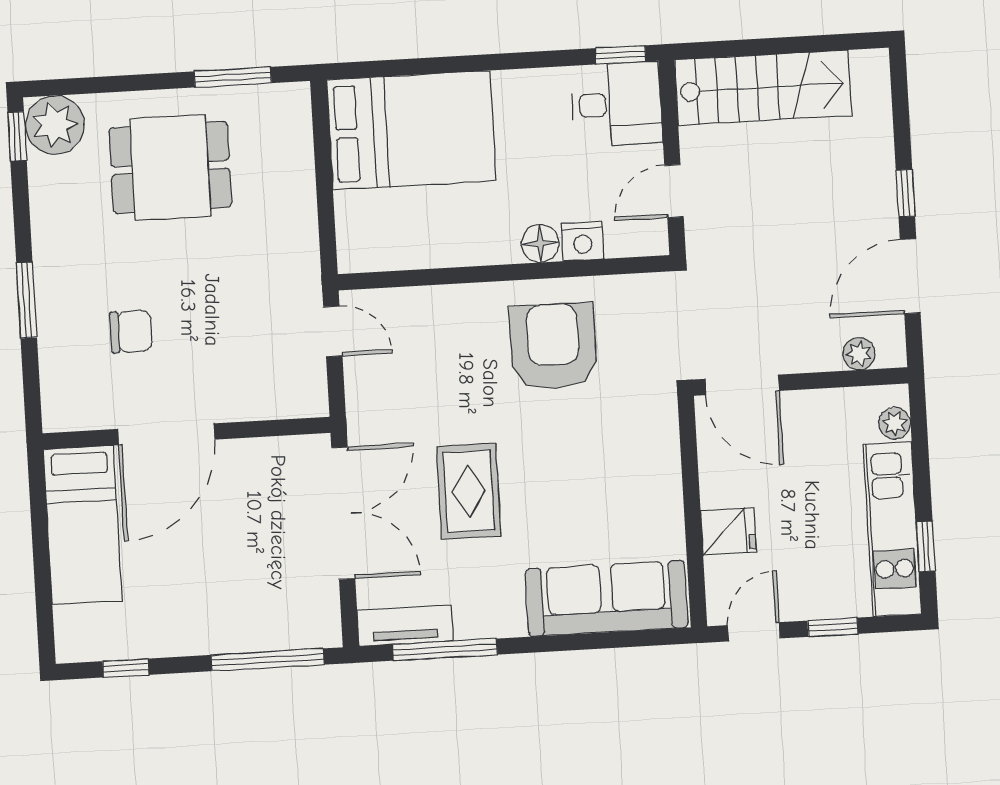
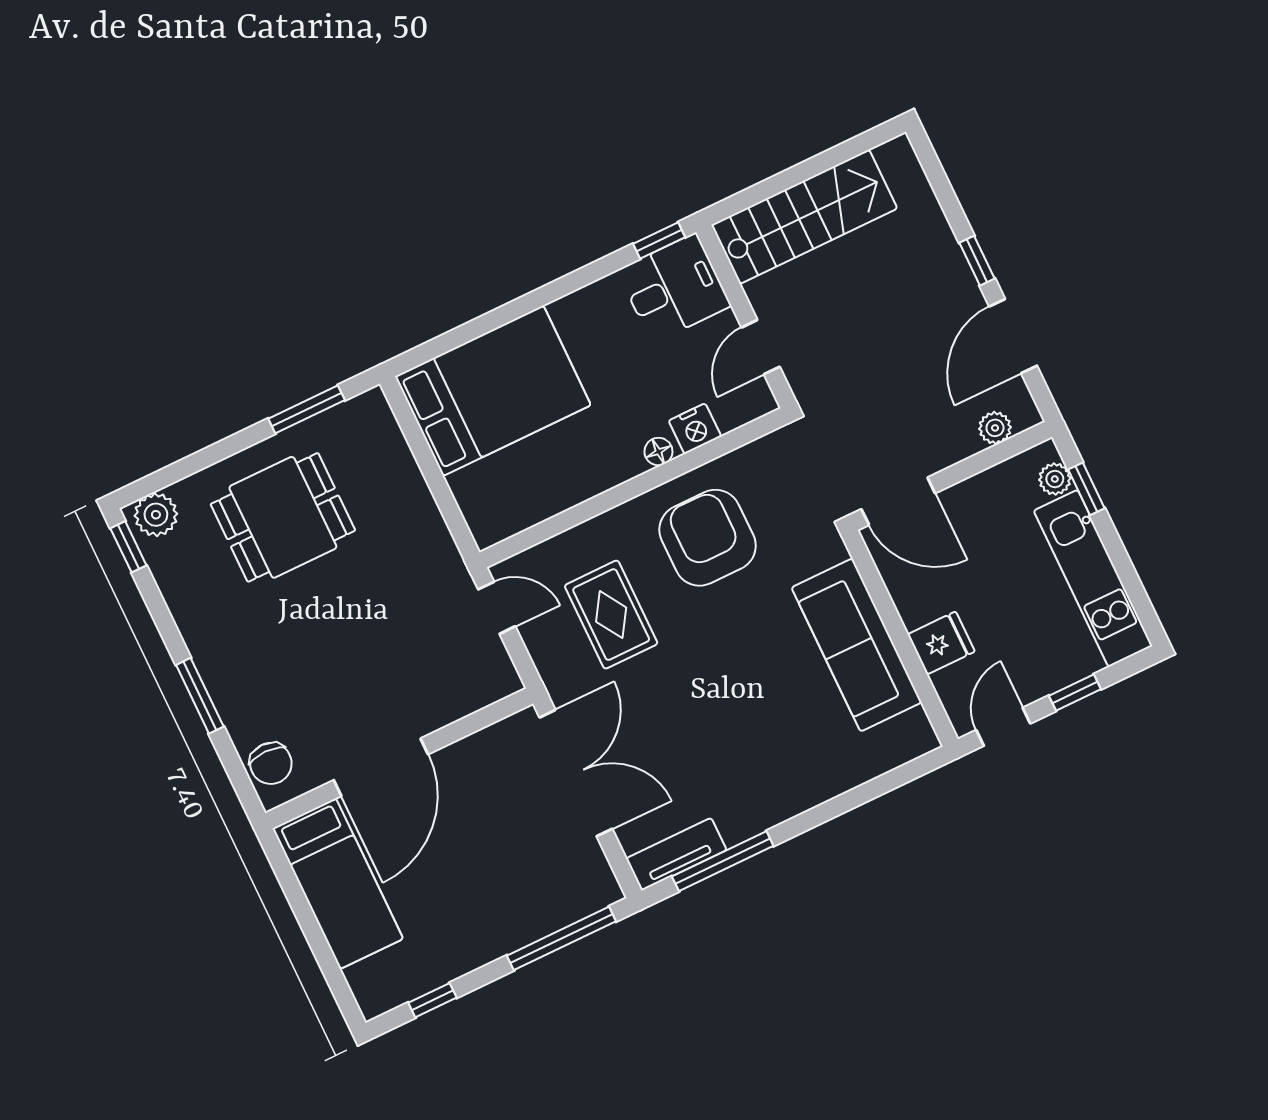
plant: (55, 125) -> (156, 515), width x0.73, depth x0.73
floor lamp: (540, 244) -> (658, 452), width x0.73, depth x0.73
chair: (131, 331) -> (271, 763), moved, turned 90
rug: (469, 491) -> (611, 615), moved
window: (926, 546) -> (1086, 489), moved
sofa: (607, 598) -> (857, 645), moved, turned -90

